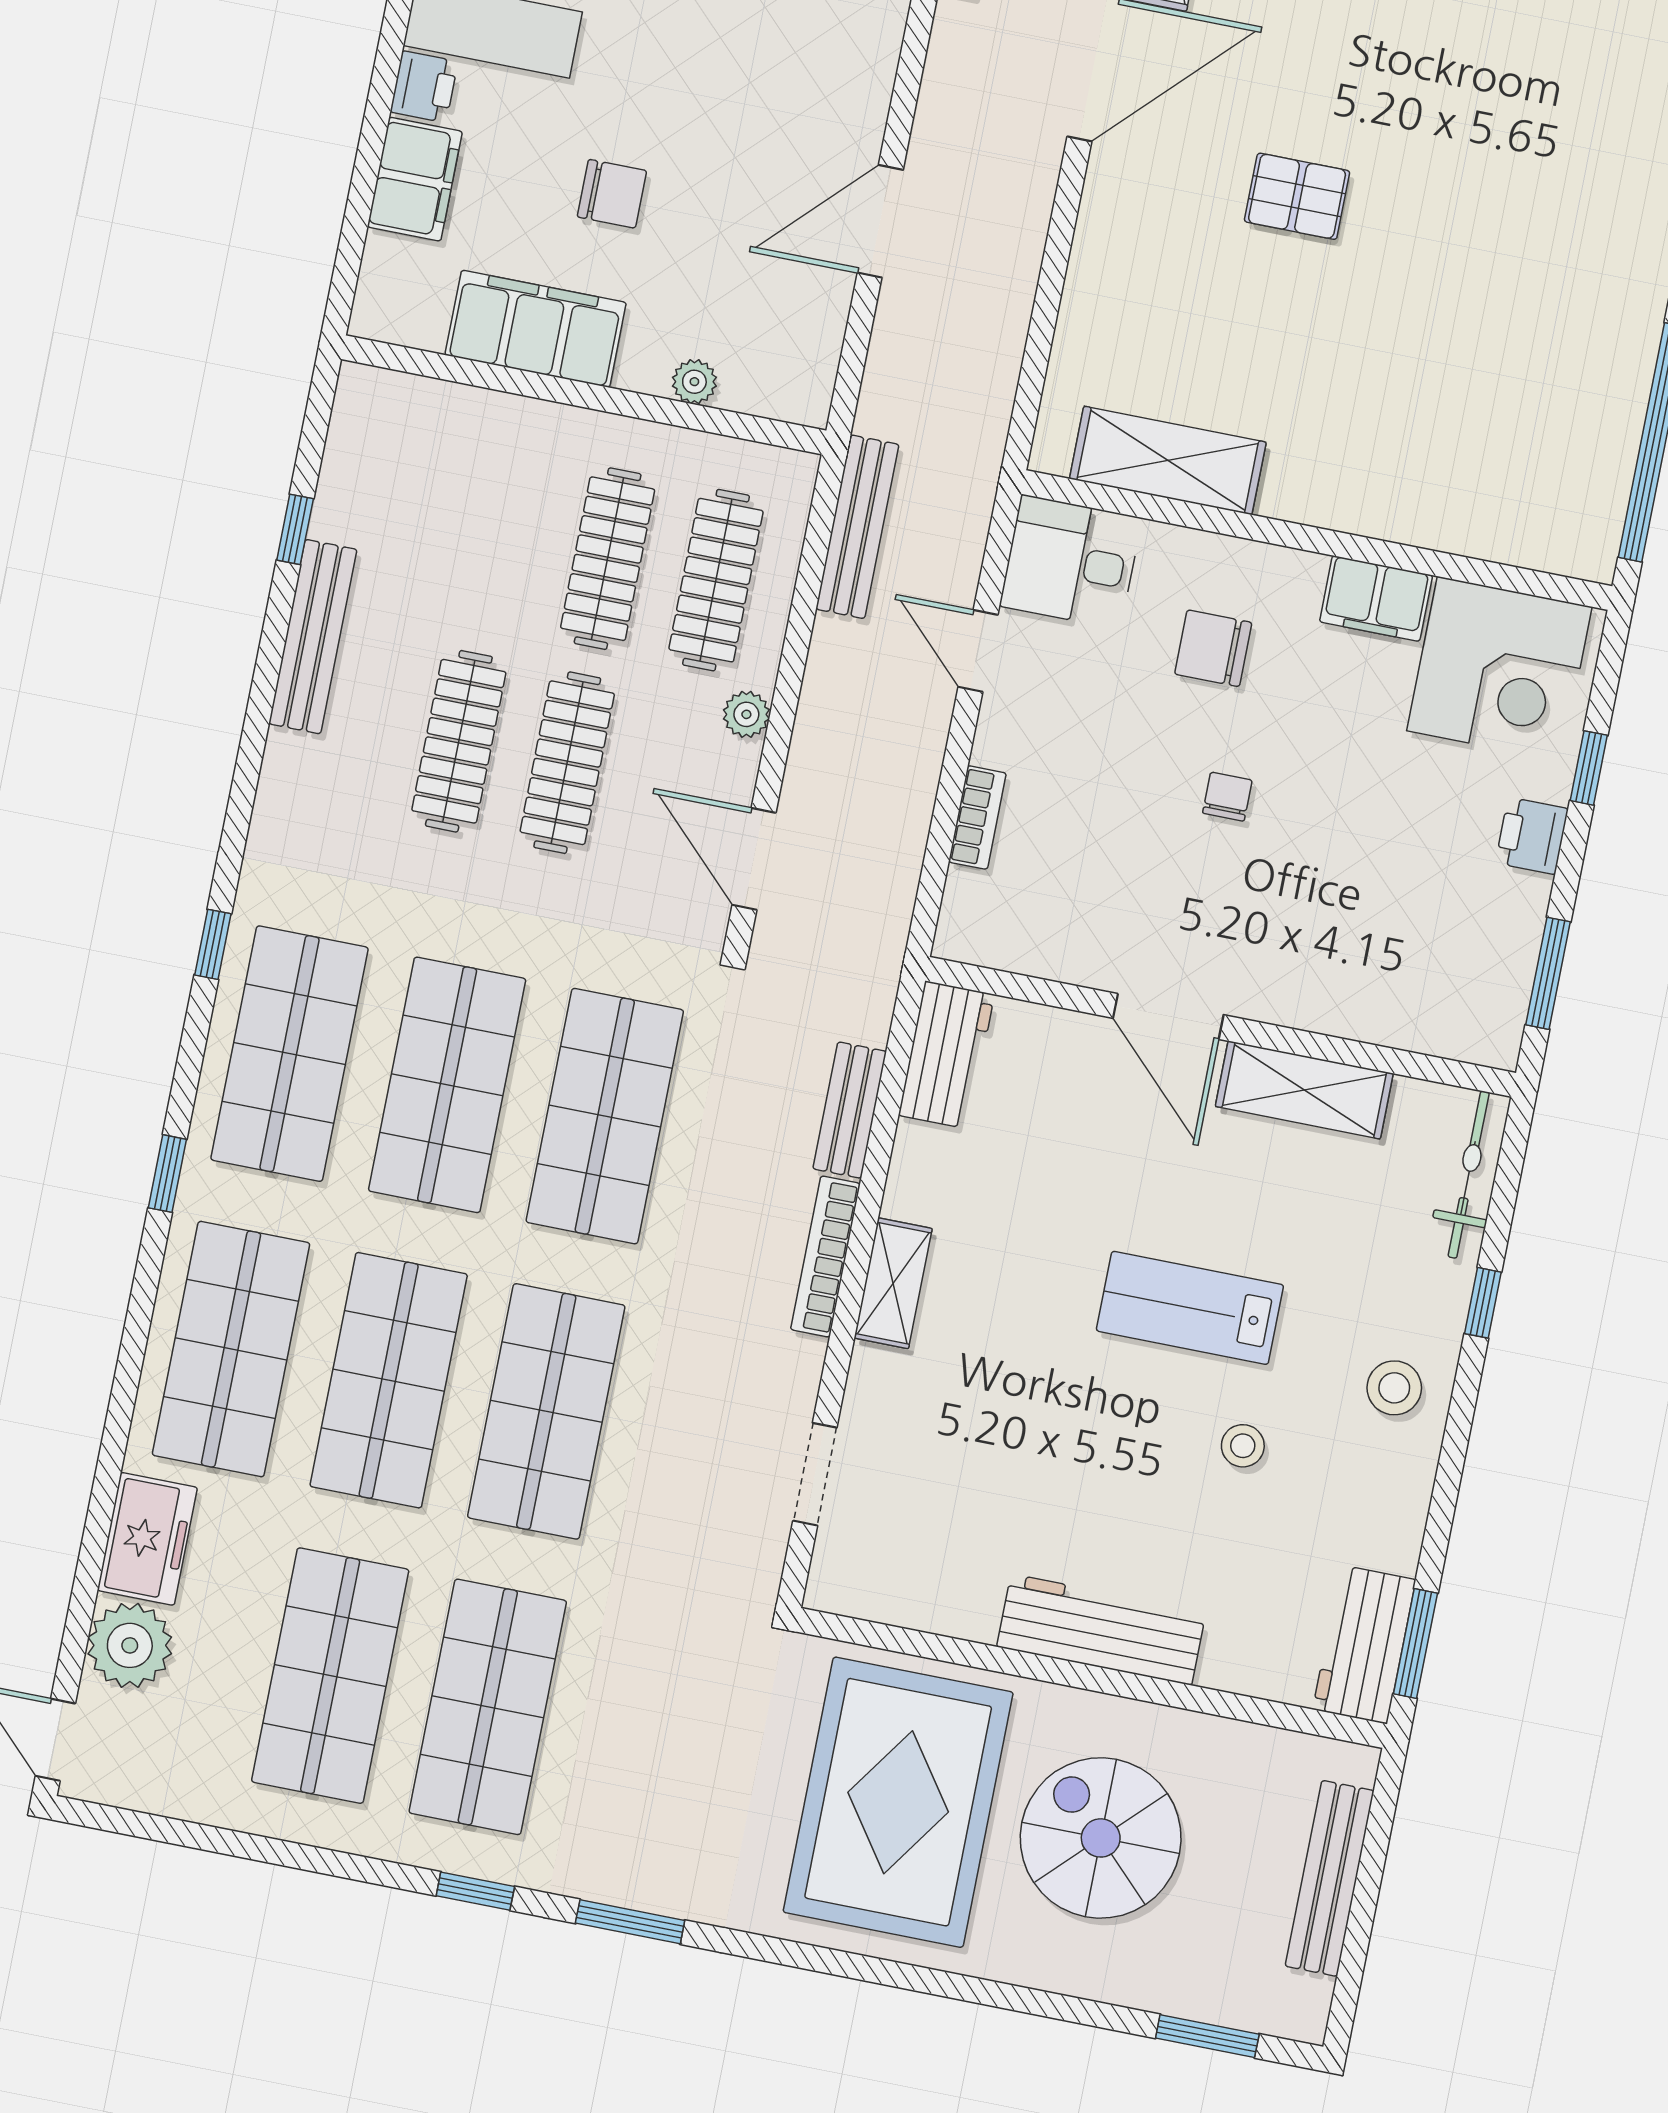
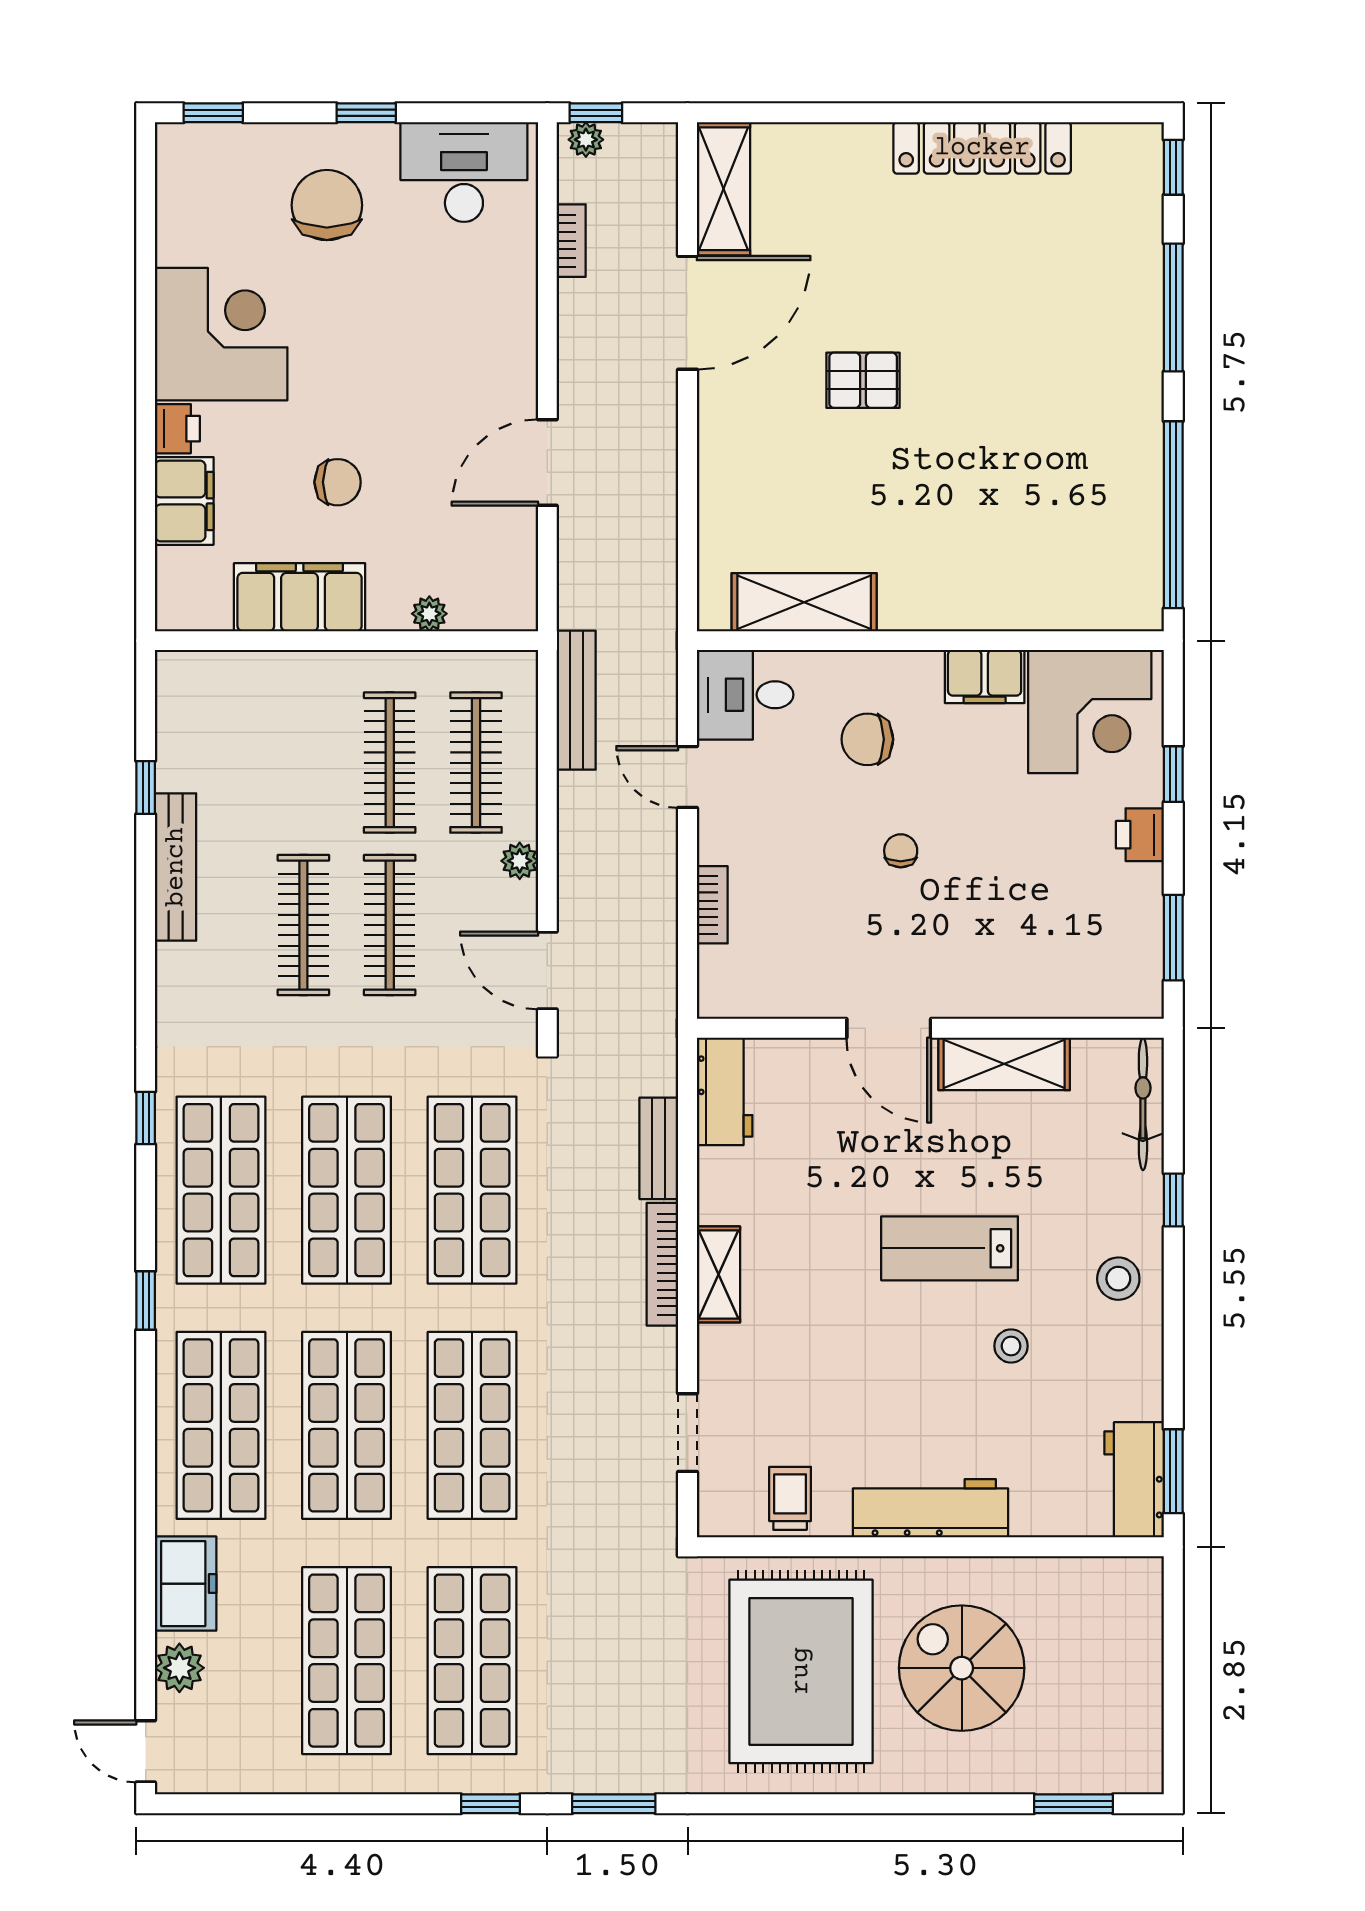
trolley: (927, 1582) -> (790, 1498), added
plant: (130, 1645) -> (179, 1668), width x0.73, depth x0.73
bench: (1330, 1878) -> (1143, 1664), removed

